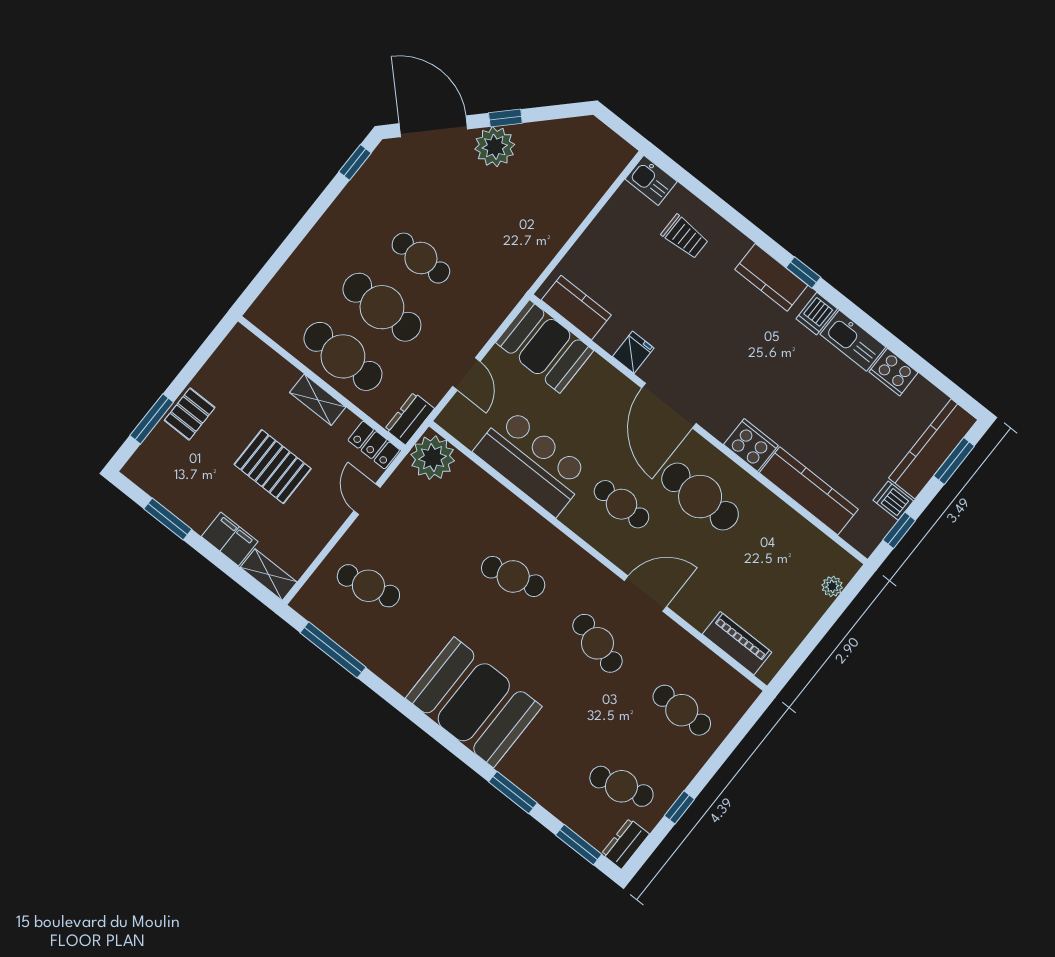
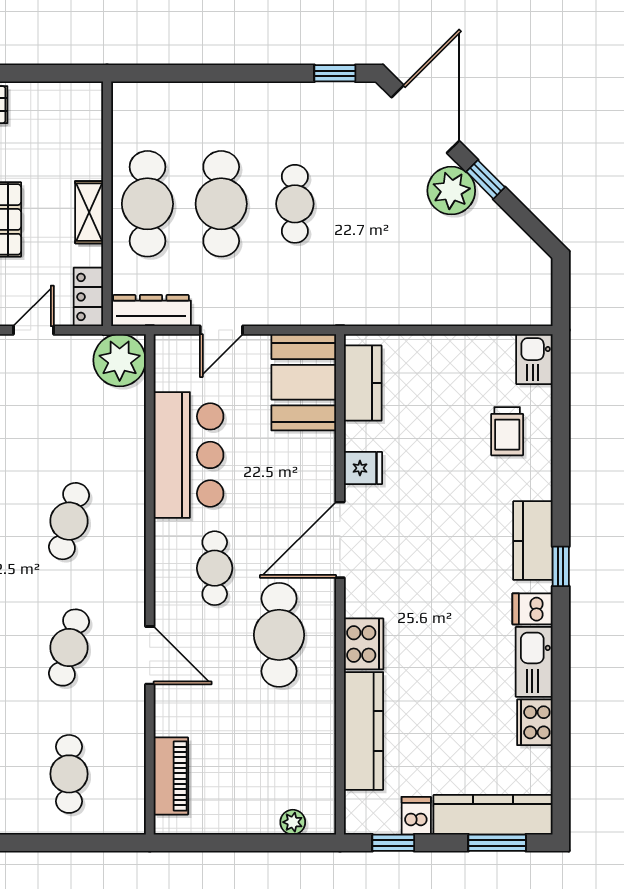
dresser: (410, 419) -> (151, 311), width x1.44
cafe table: (513, 576) -> (69, 521), turned 30

